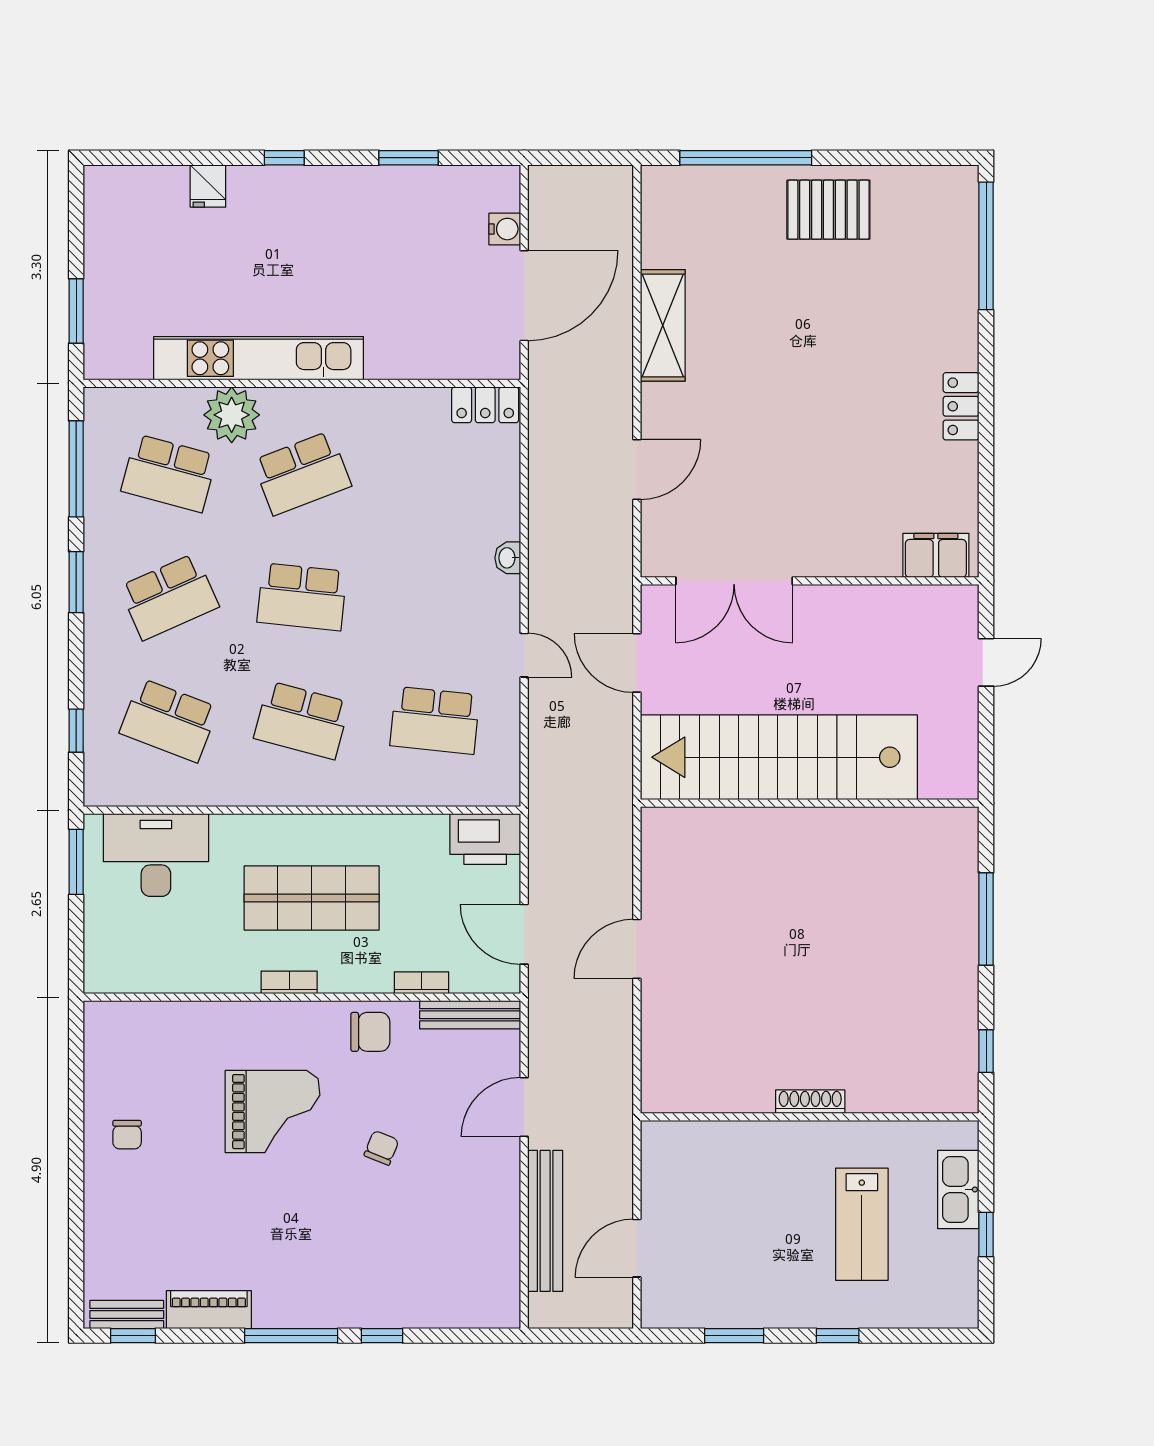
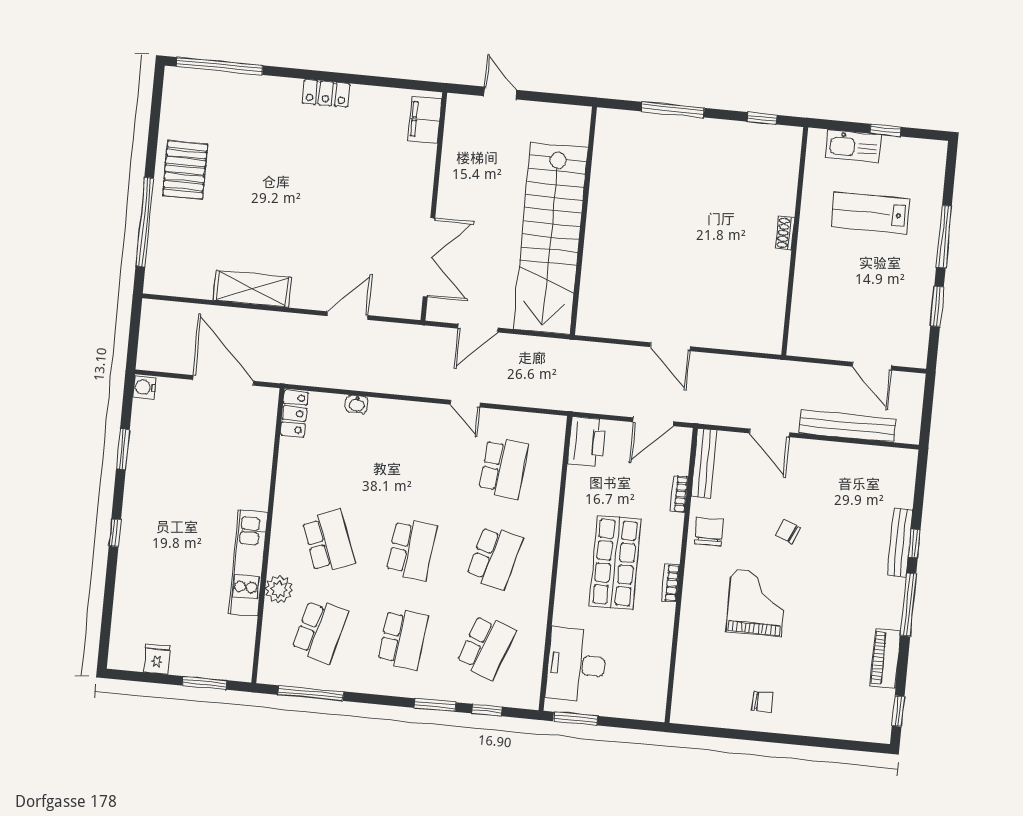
fridge: (208, 186) -> (157, 659), moved, turned -90
water cooler: (505, 229) -> (144, 387), moved, turned -90
kitchen unit: (259, 358) -> (248, 563), width x0.73
plant: (232, 415) -> (279, 589), width x0.73, depth x0.73
door: (637, 469) -> (348, 316), hinge flipped
washbasin: (508, 558) -> (357, 404), moved
window: (76, 582) -> (435, 705), moved
school desk: (169, 597) -> (403, 639), turned 30
door: (524, 655) -> (465, 404), swing flipped
shoe rack: (810, 1102) -> (785, 233), width x0.70
lab bench: (862, 1224) -> (870, 213), turned 180
bench: (127, 1315) -> (900, 542), moved, width x1.36
window: (838, 1336) -> (944, 237), width x2.17

